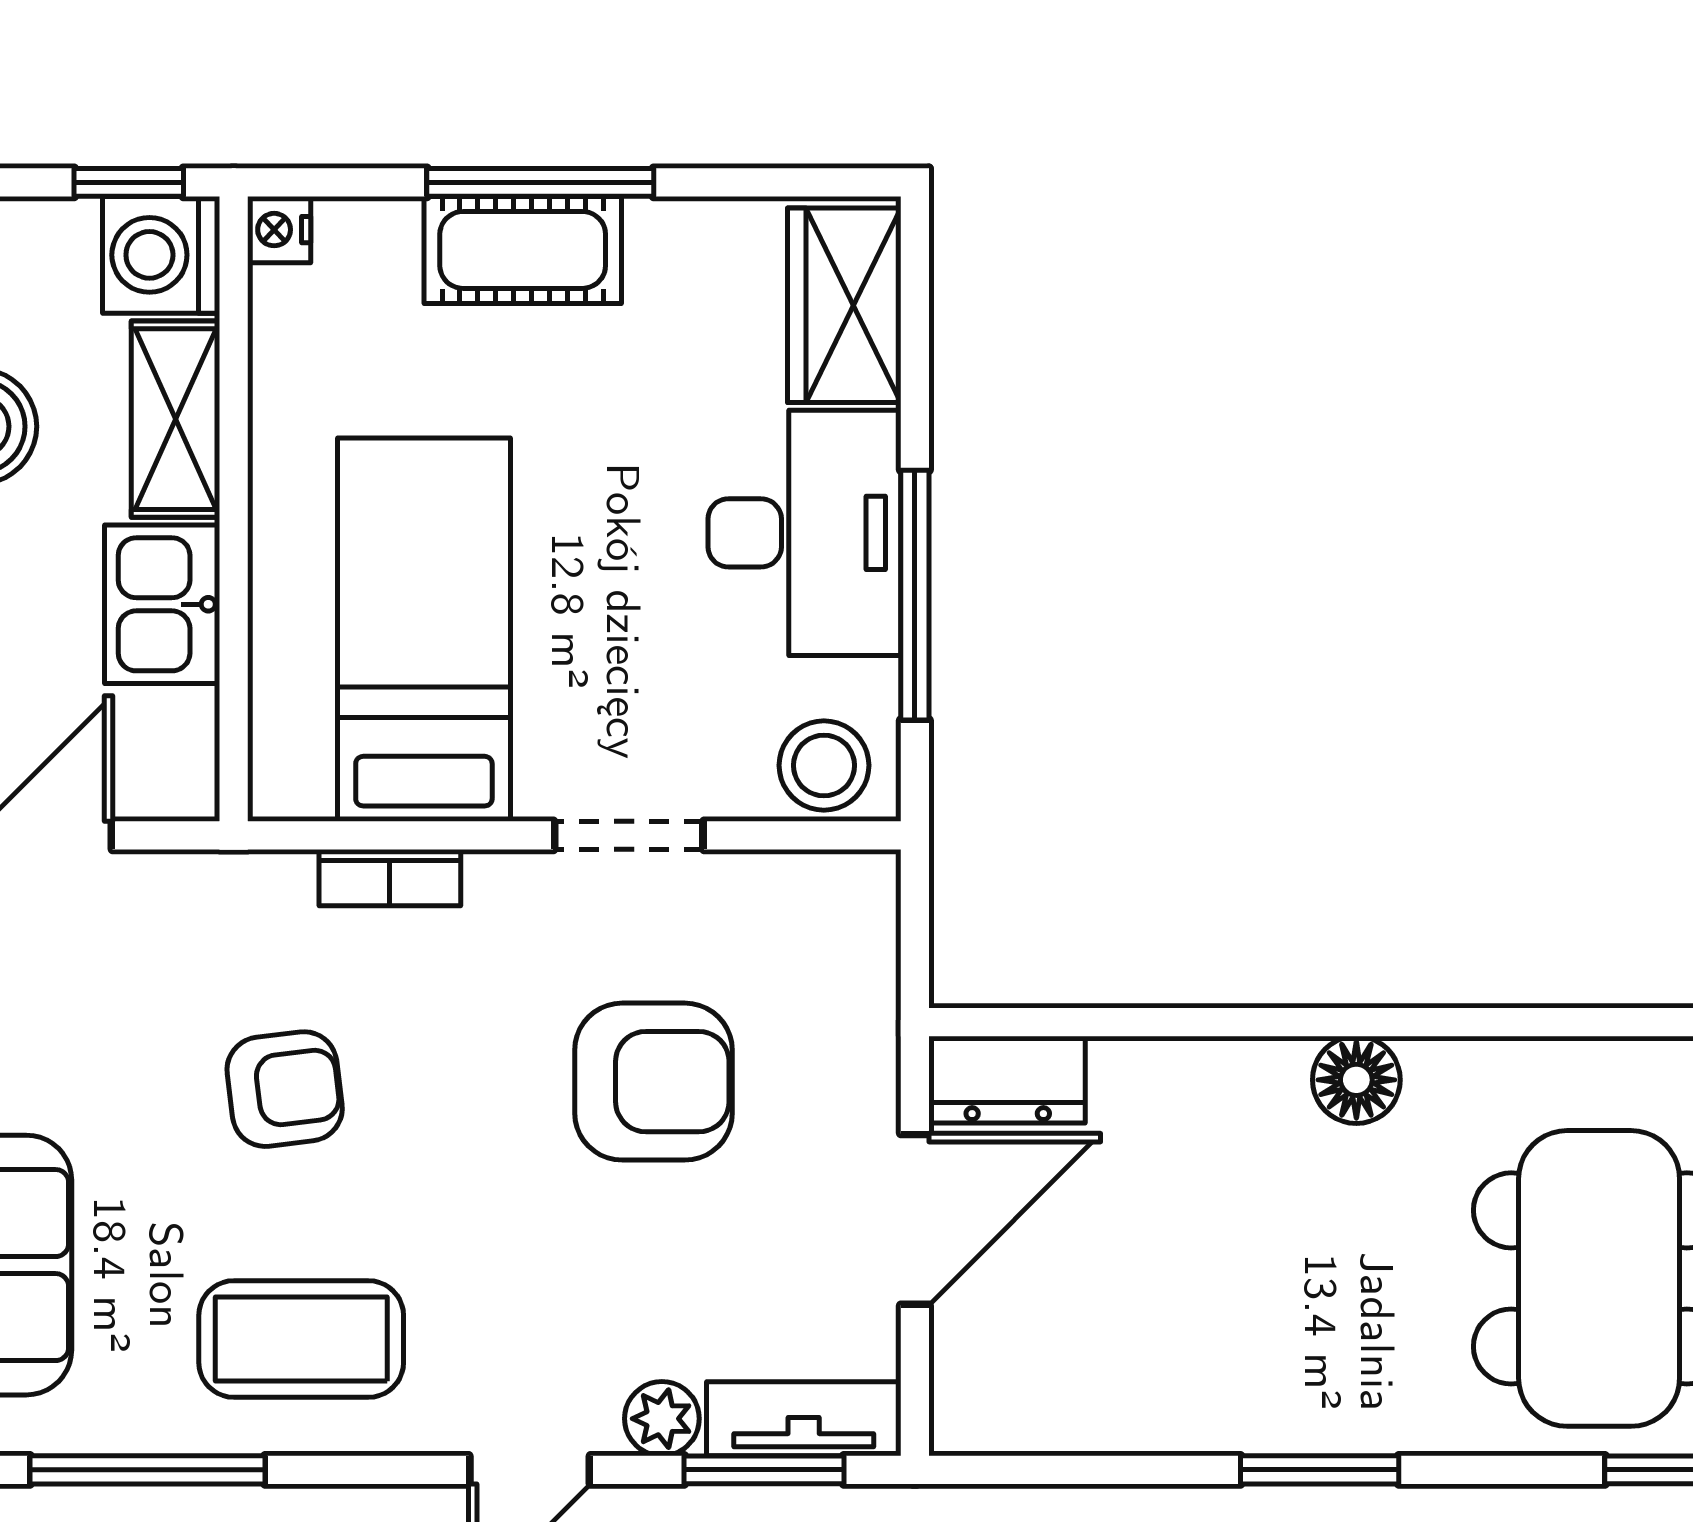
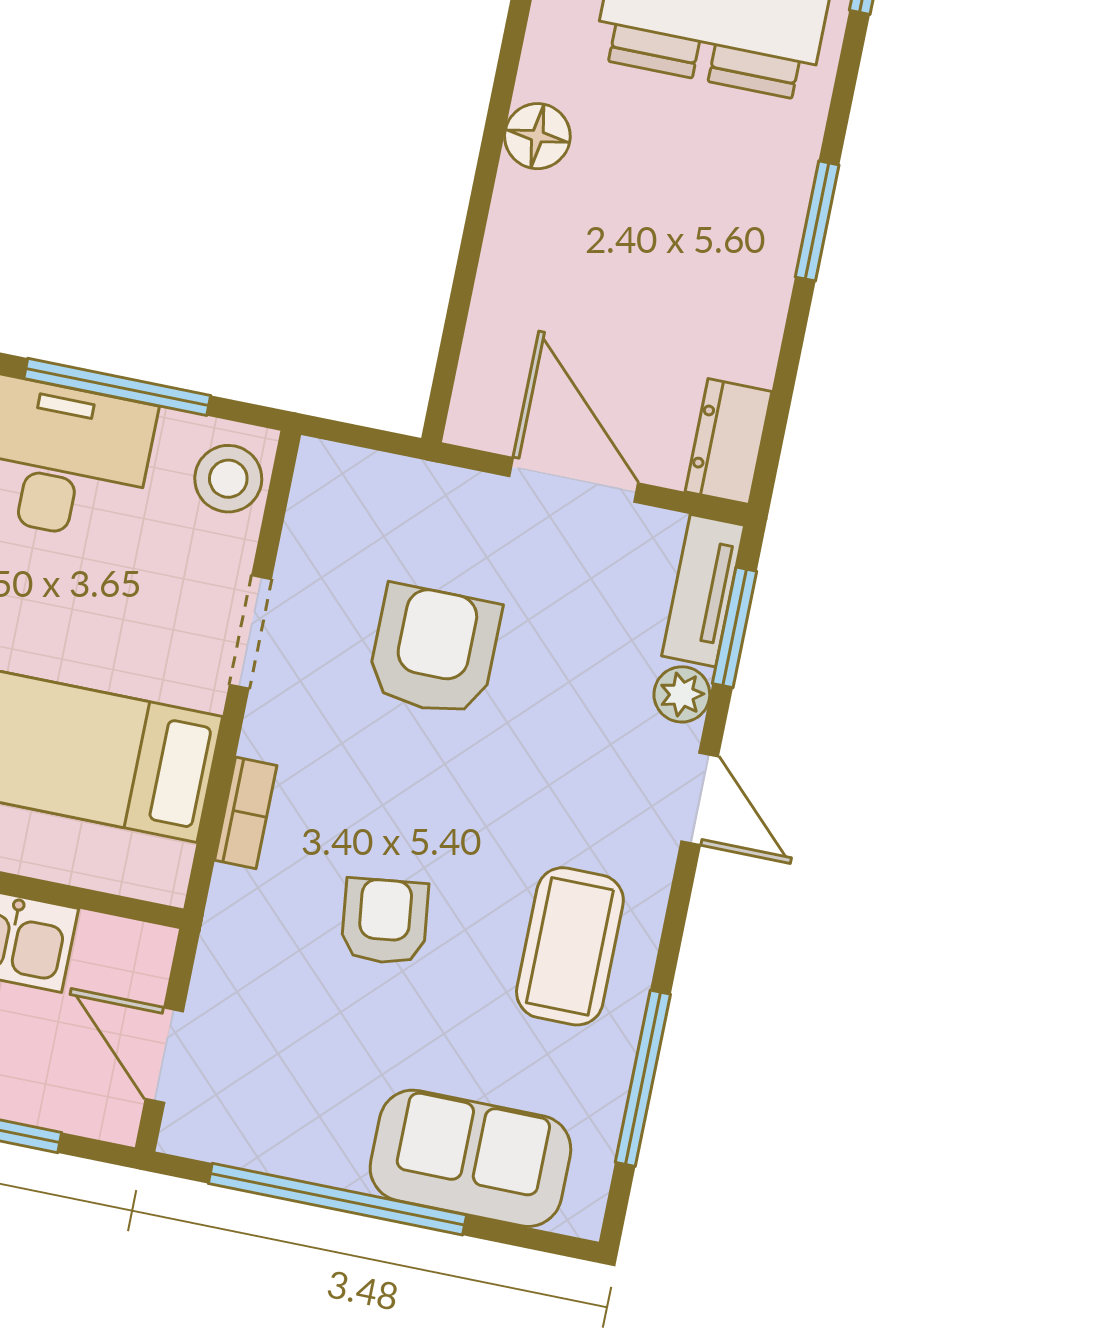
dresser: (1008, 1080) -> (728, 442), moved, turned 180

